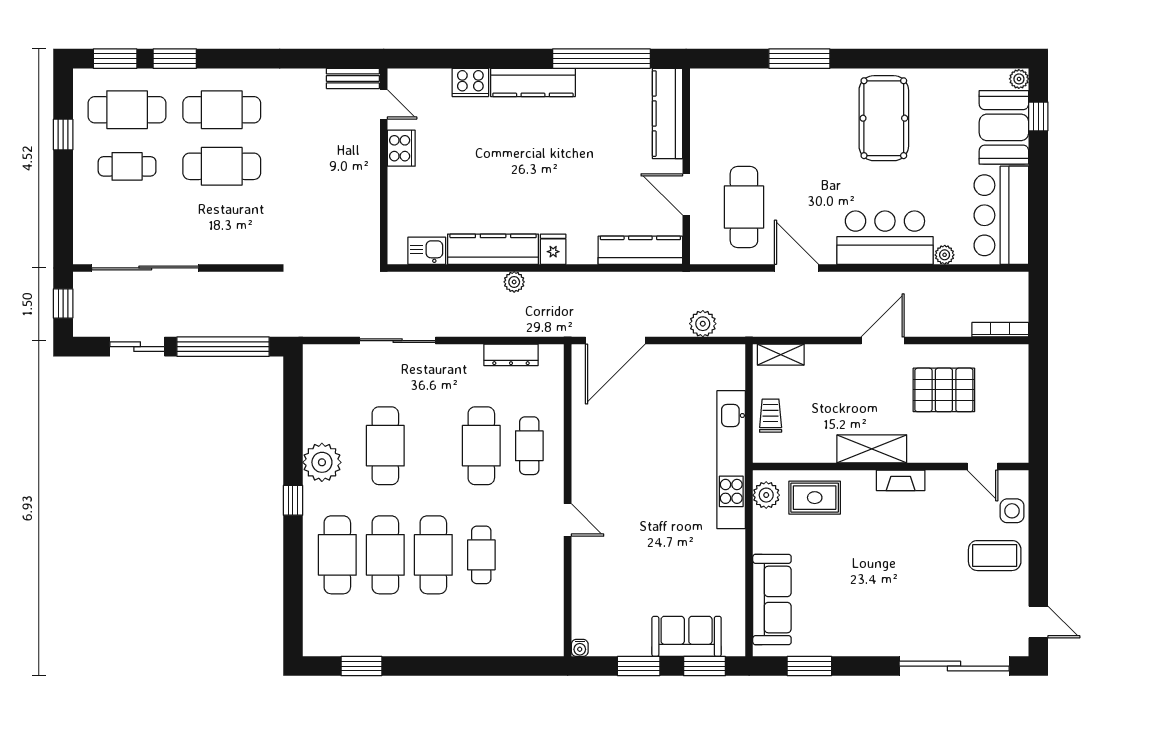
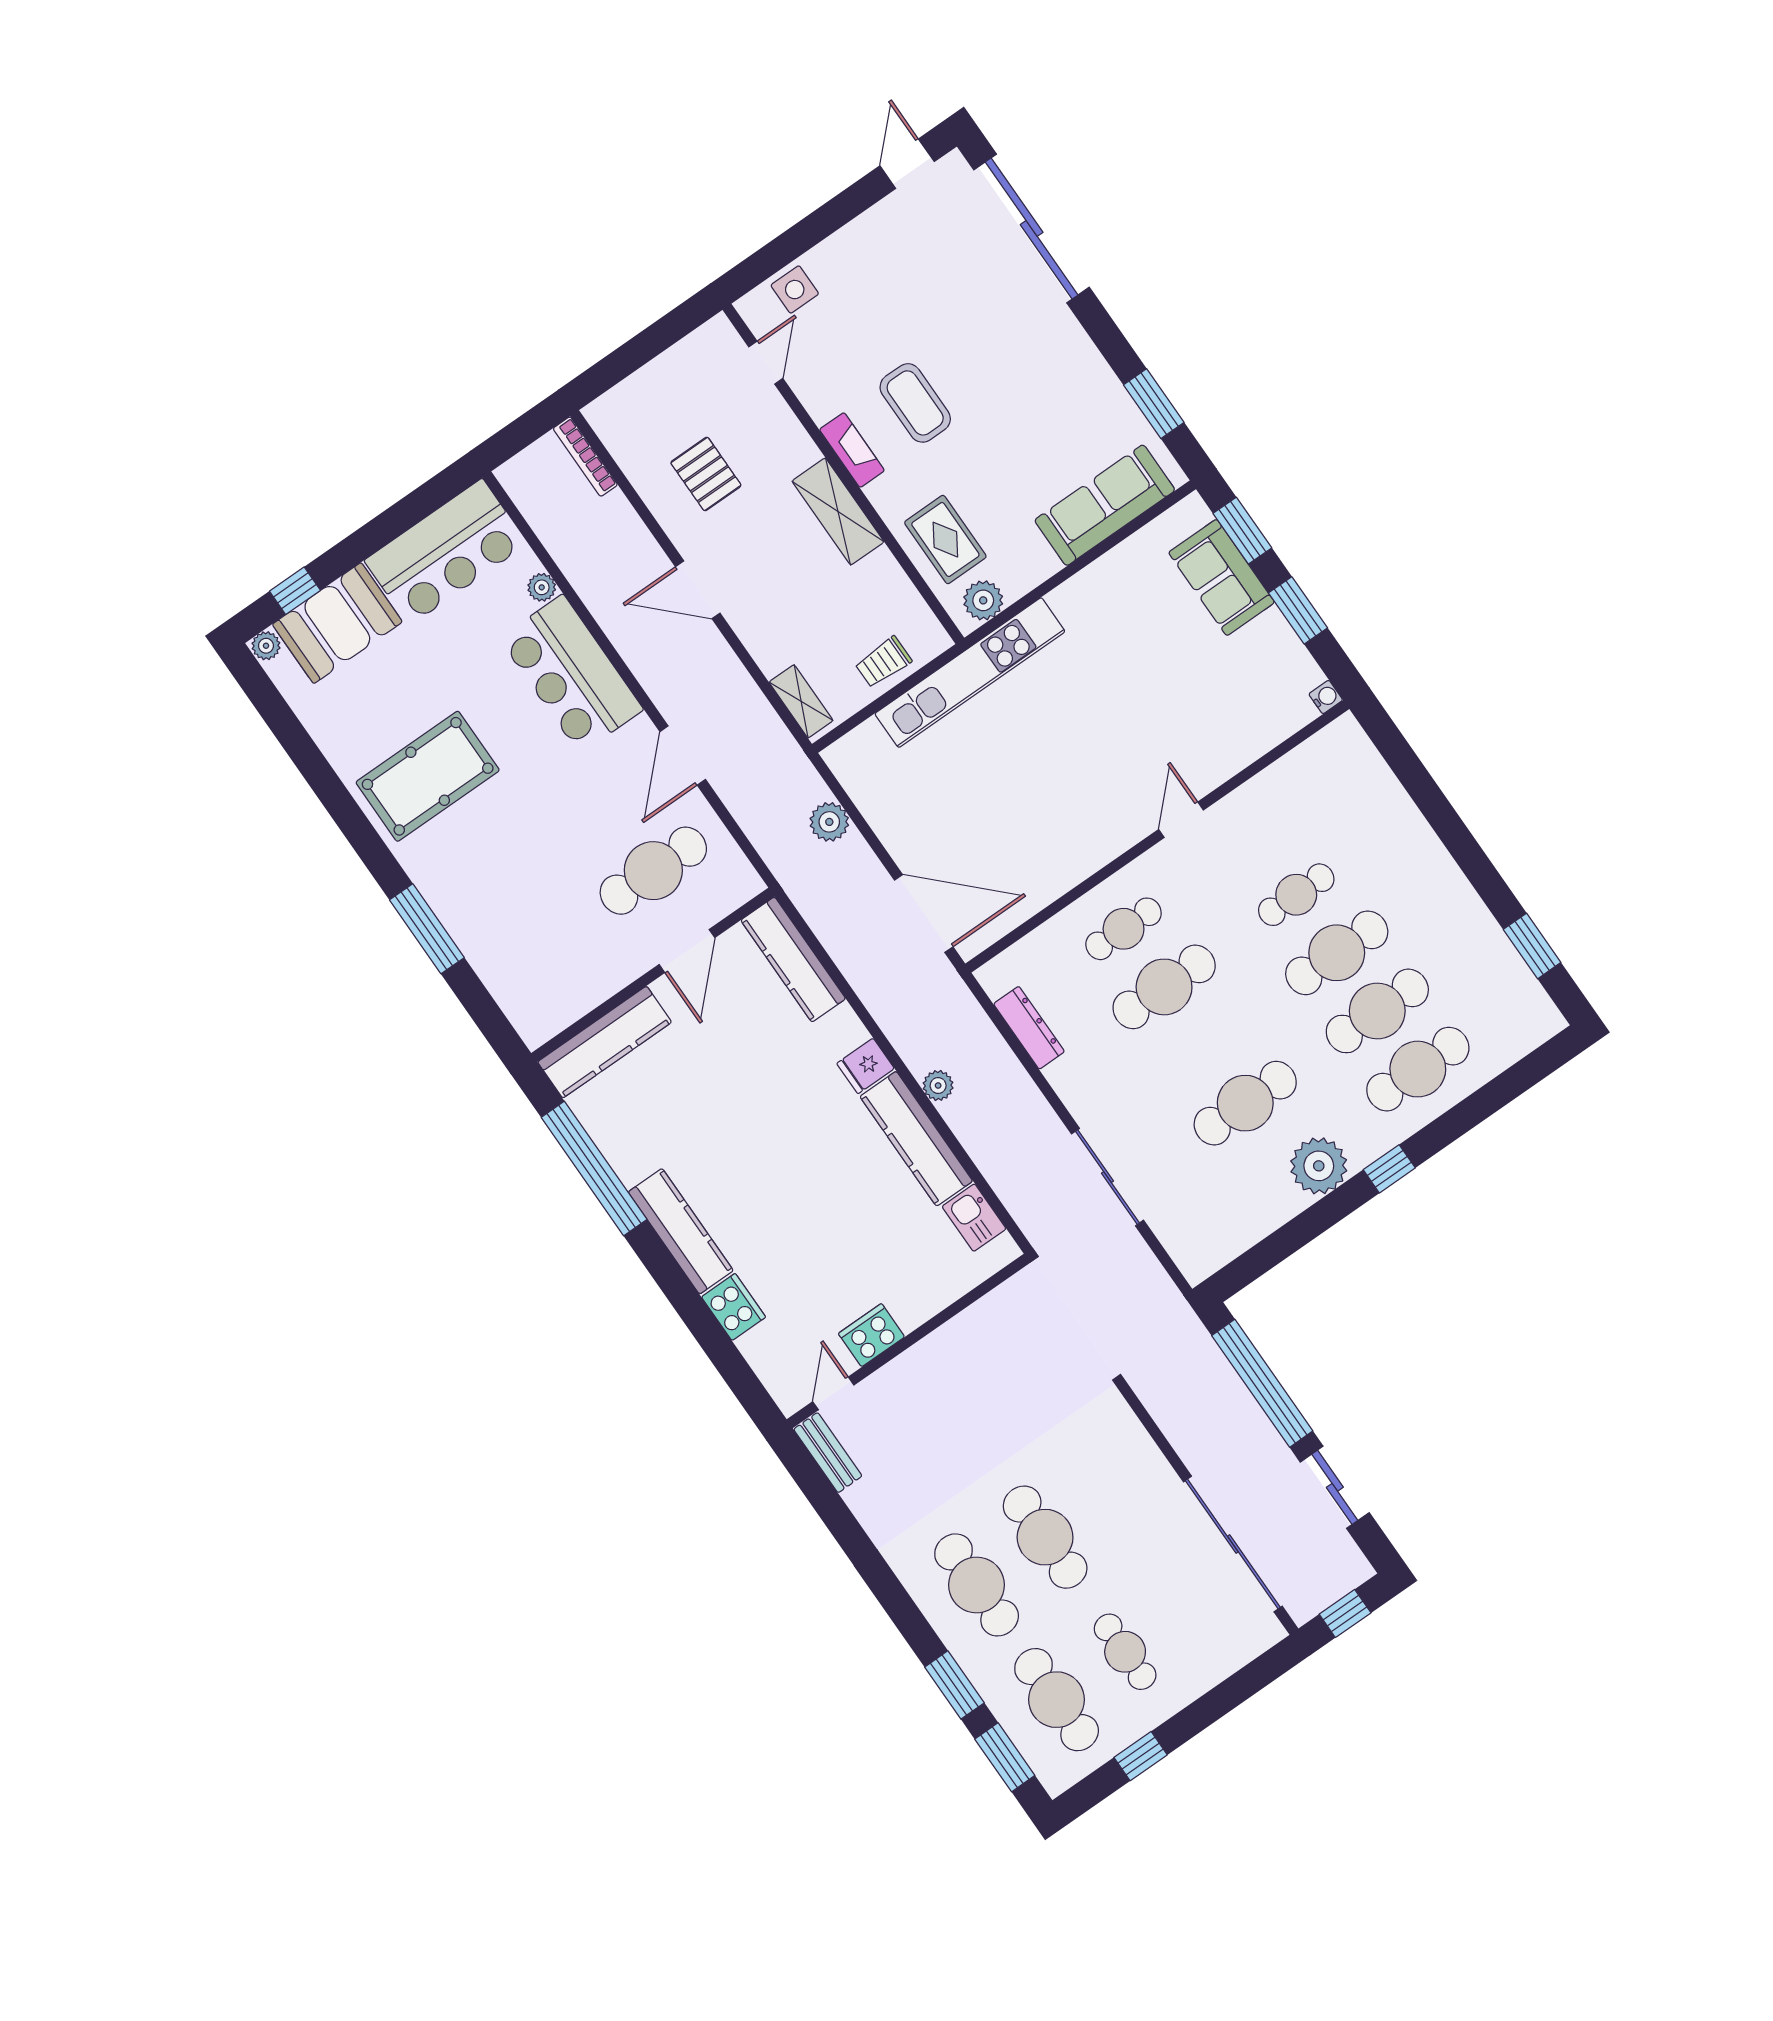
pallet: (944, 390) -> (706, 474), width x0.67, depth x0.71
coffee table: (995, 556) -> (915, 403), moved

